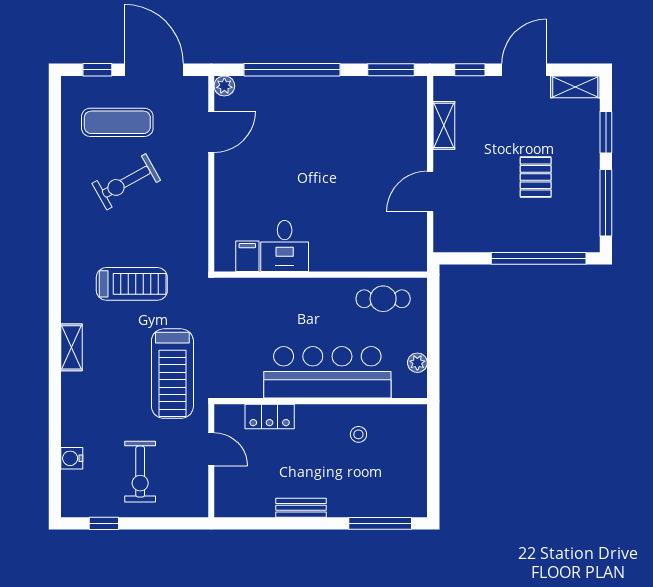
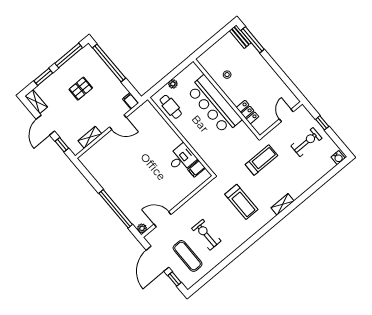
window: (391, 70) -> (86, 173), removed
door: (524, 70) -> (45, 125), hinge flipped
exercise bike: (126, 182) -> (206, 235), turned -151
filing cabinet: (447, 241) -> (131, 101), added
treadmill: (132, 284) -> (241, 202), turned 180
plant: (417, 363) -> (173, 84), moved
treadmill: (172, 374) -> (261, 160), width x0.73, depth x0.73
door: (211, 449) -> (286, 115), moved
water cooler: (72, 458) -> (338, 158), moved
bench: (301, 508) -> (240, 37), moved
window: (104, 523) -> (322, 123), moved

